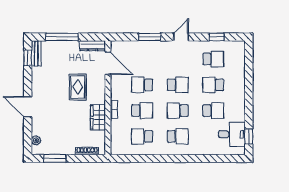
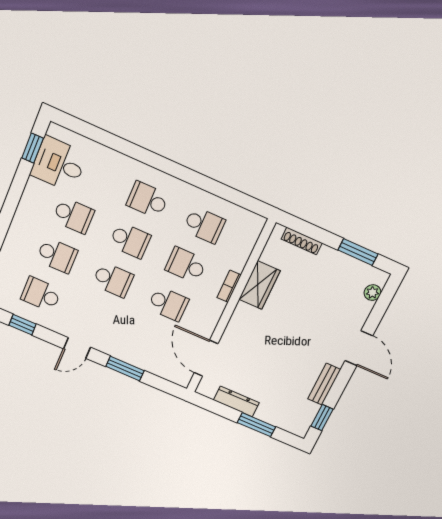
window: (62, 37) -> (256, 425), width x0.69
dresser: (92, 46) -> (236, 401), moved
bench: (36, 53) -> (324, 384), moved
school desk: (178, 85) -> (113, 280), turned 180
rug: (78, 87) -> (268, 344), removed
school desk: (213, 111) -> (73, 215), turned 180

